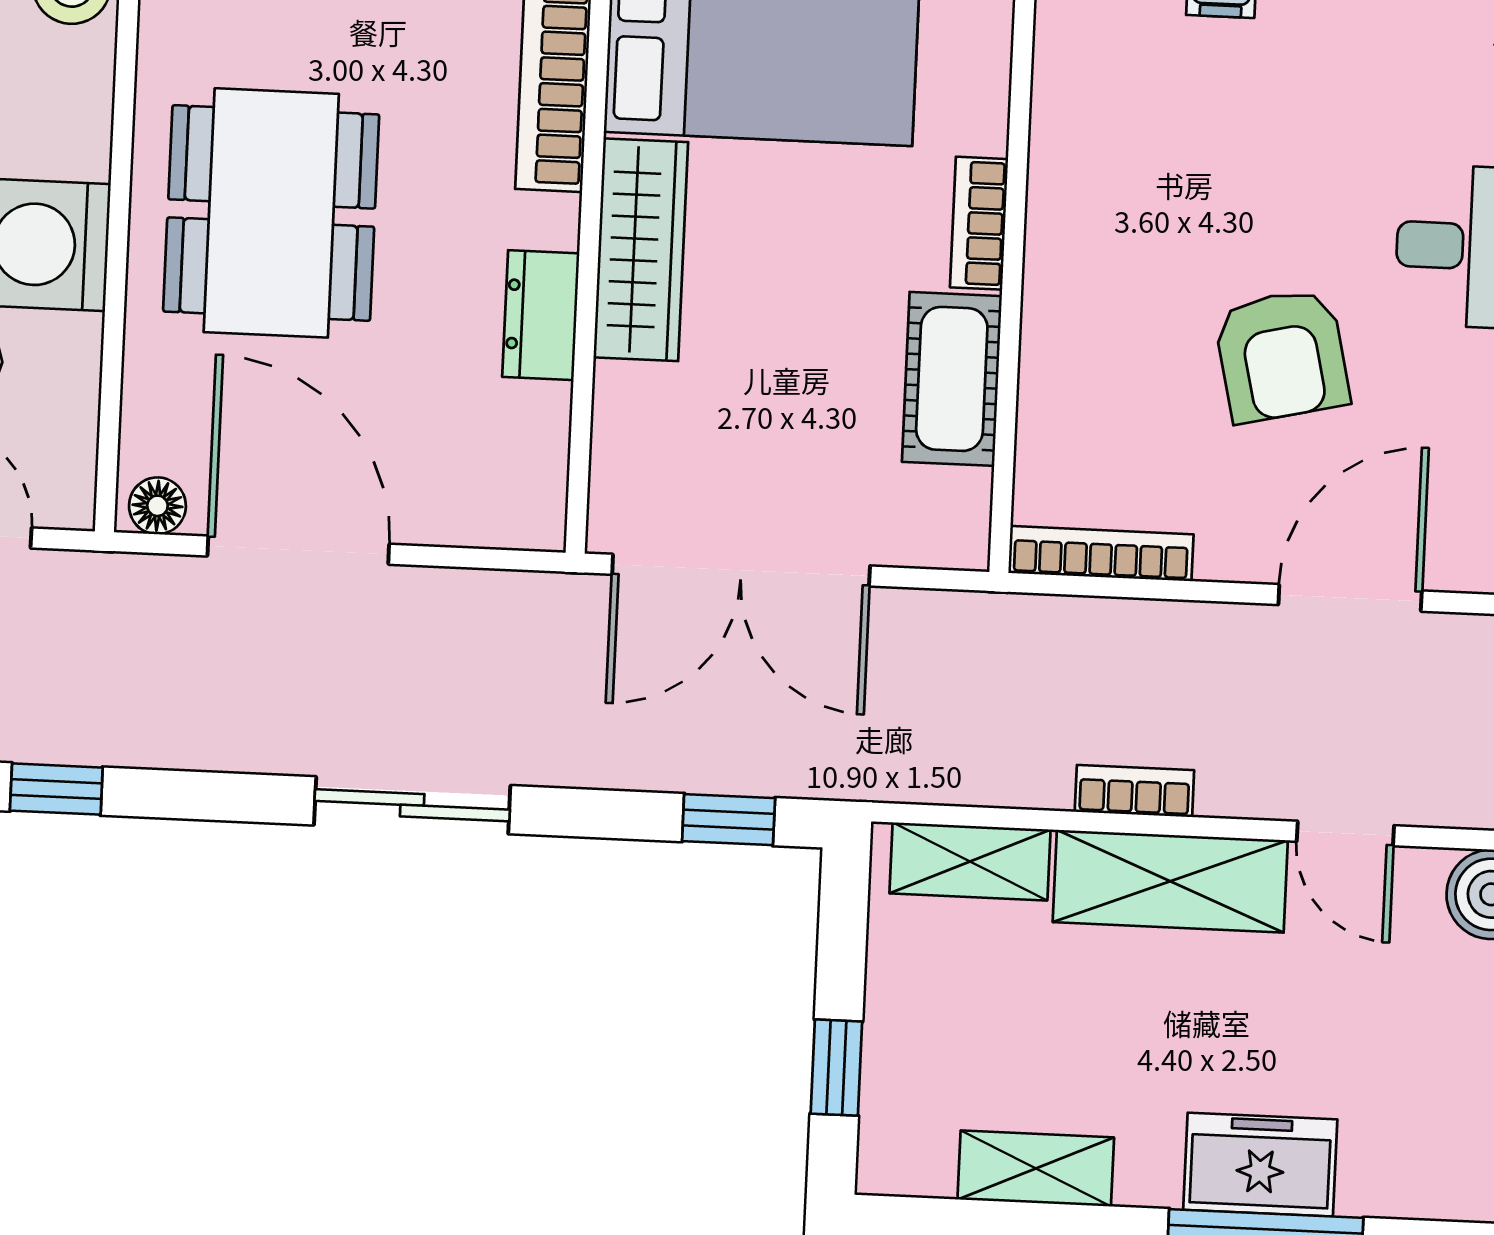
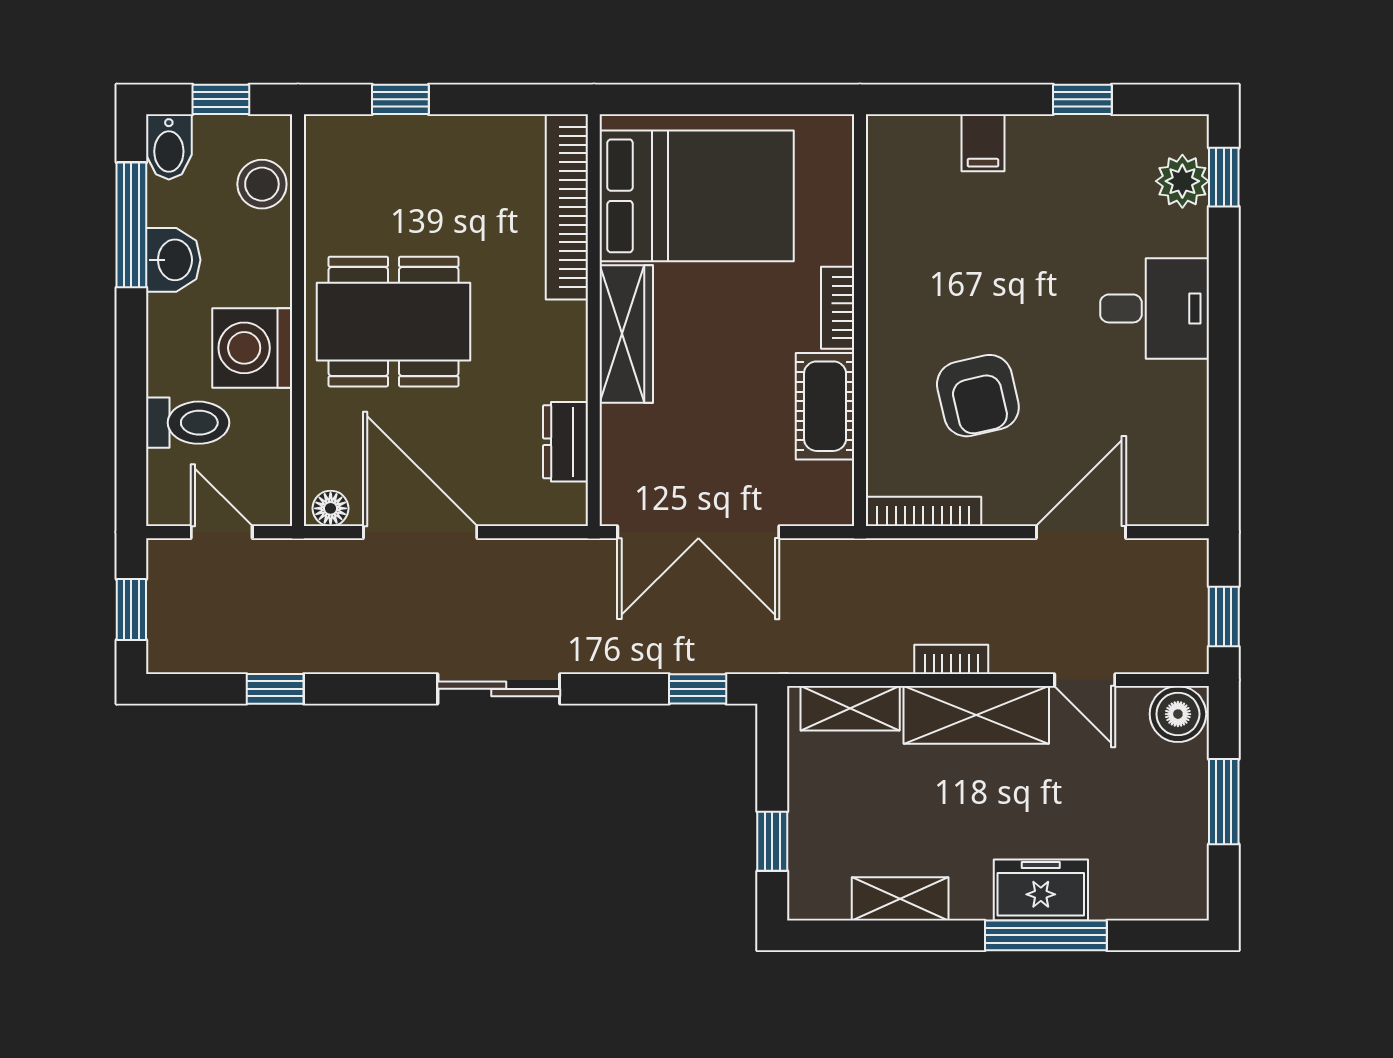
dining table: (271, 213) -> (394, 322), turned 90
dresser: (541, 315) -> (565, 442), moved
armchair: (1282, 355) -> (978, 396), moved

